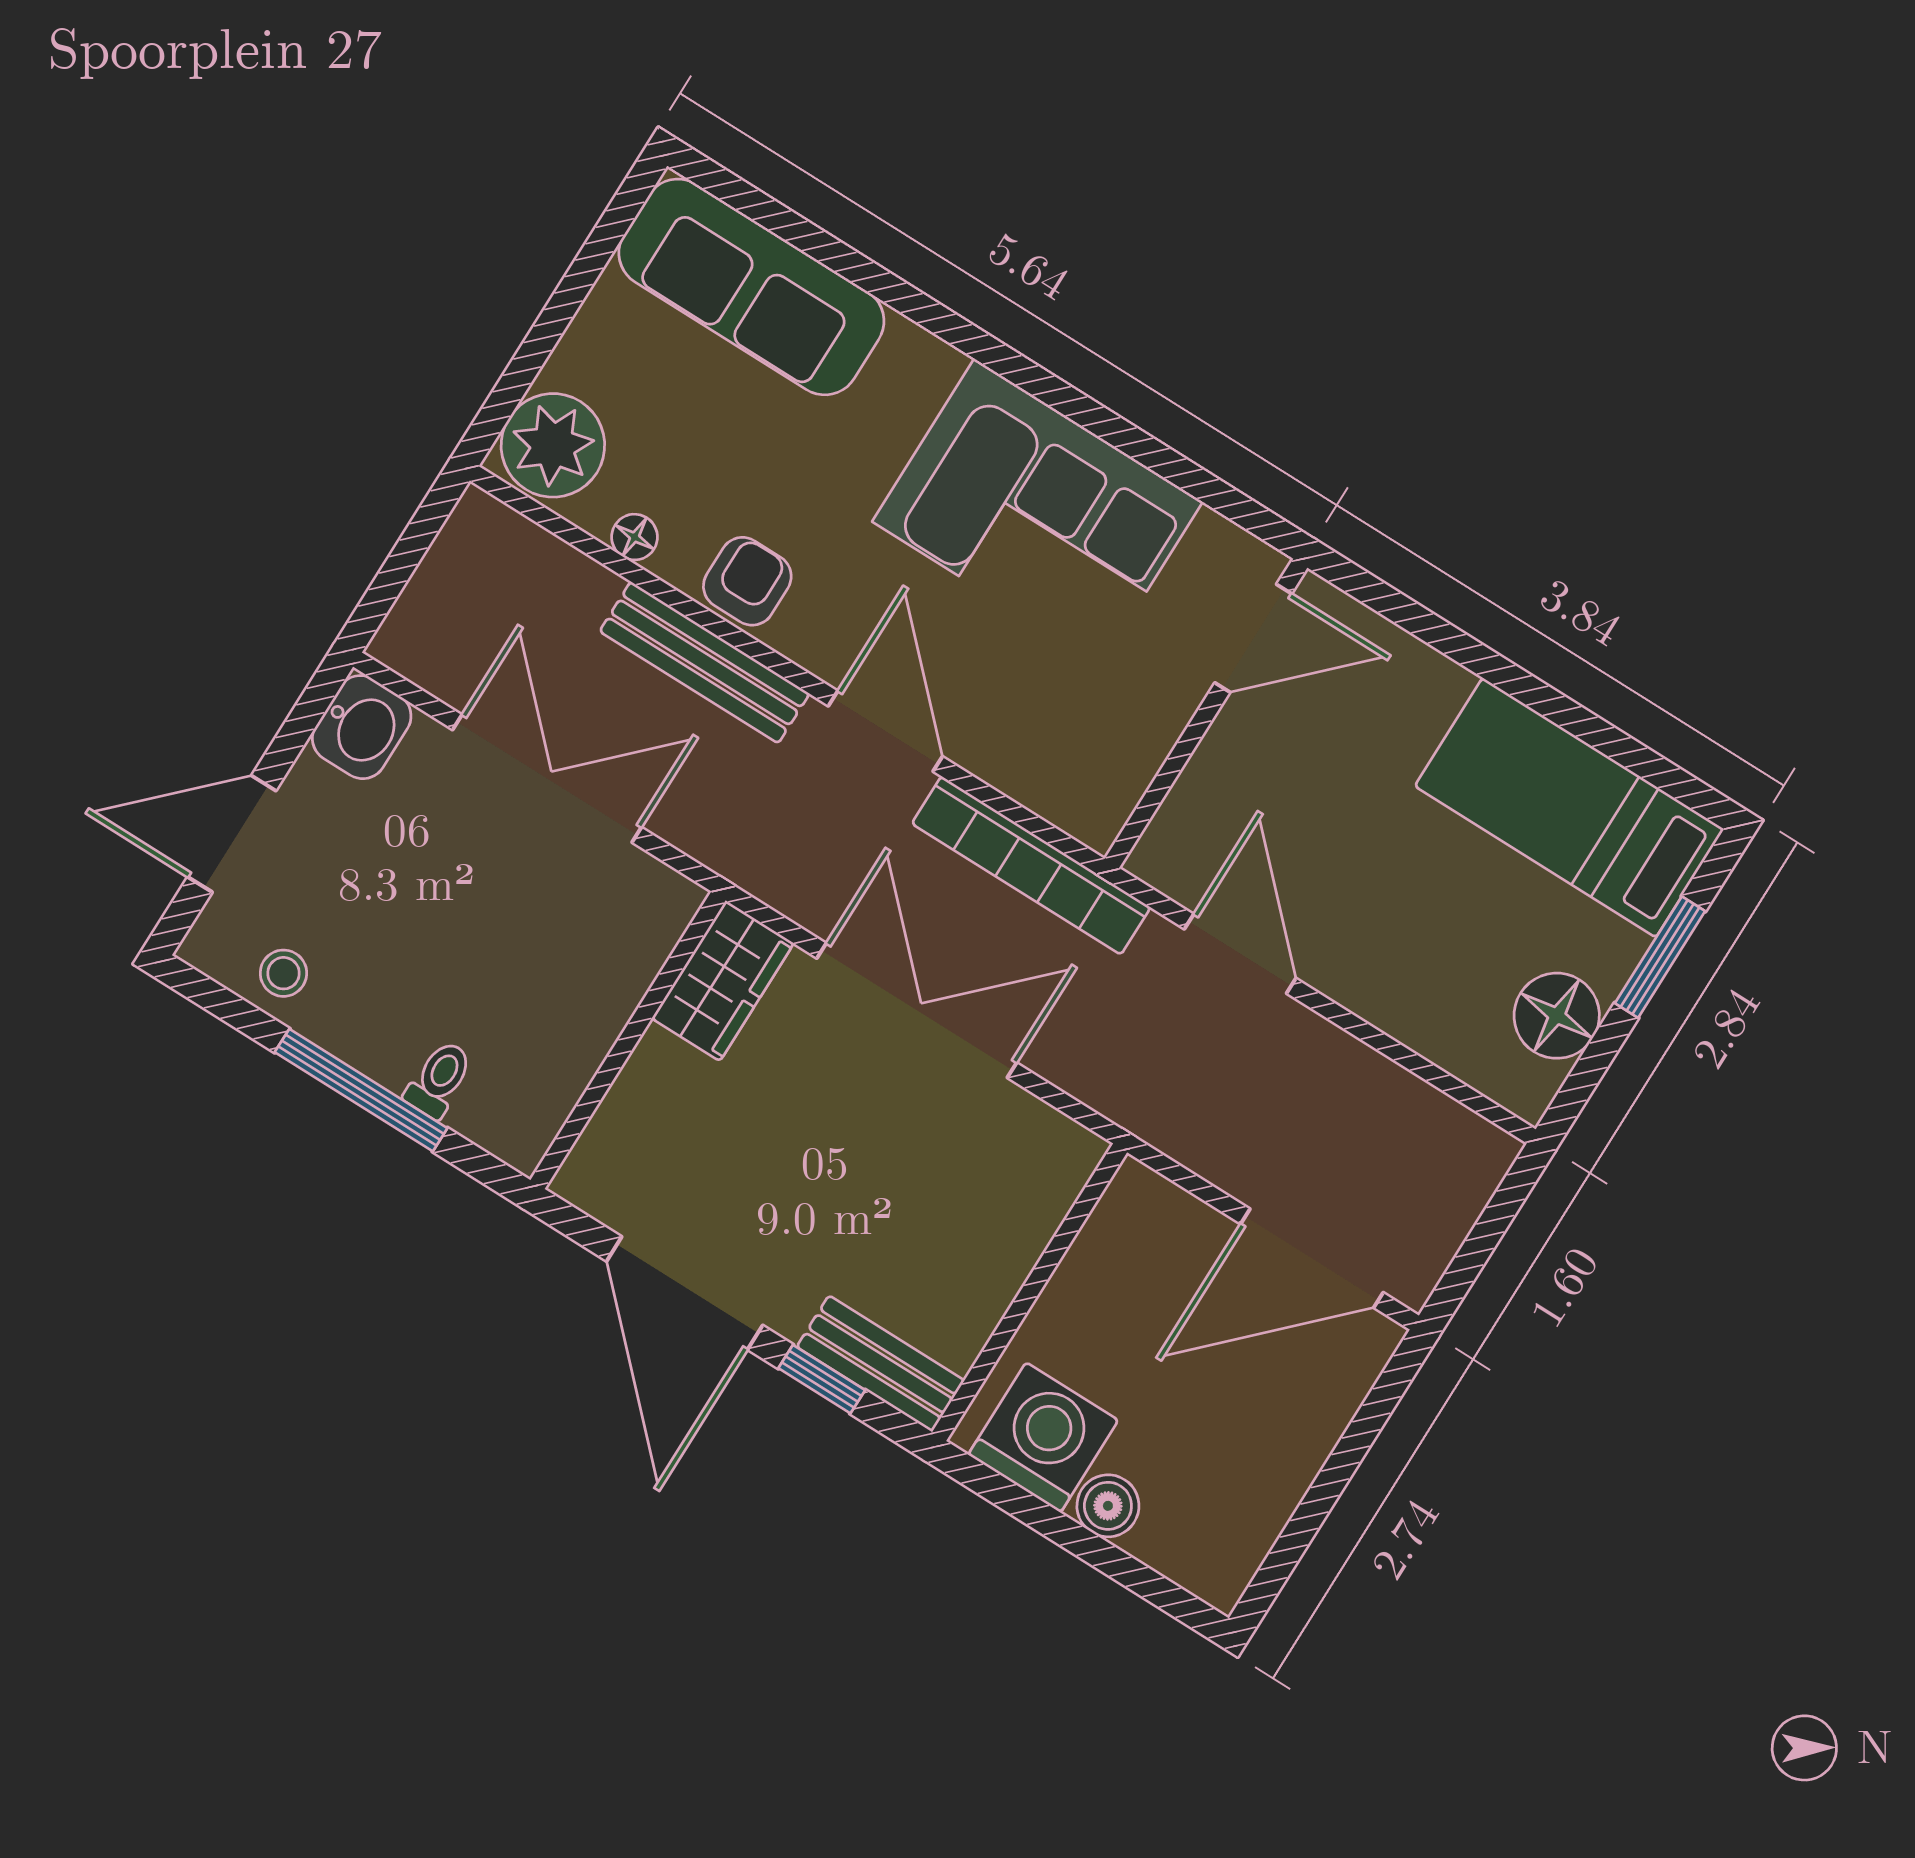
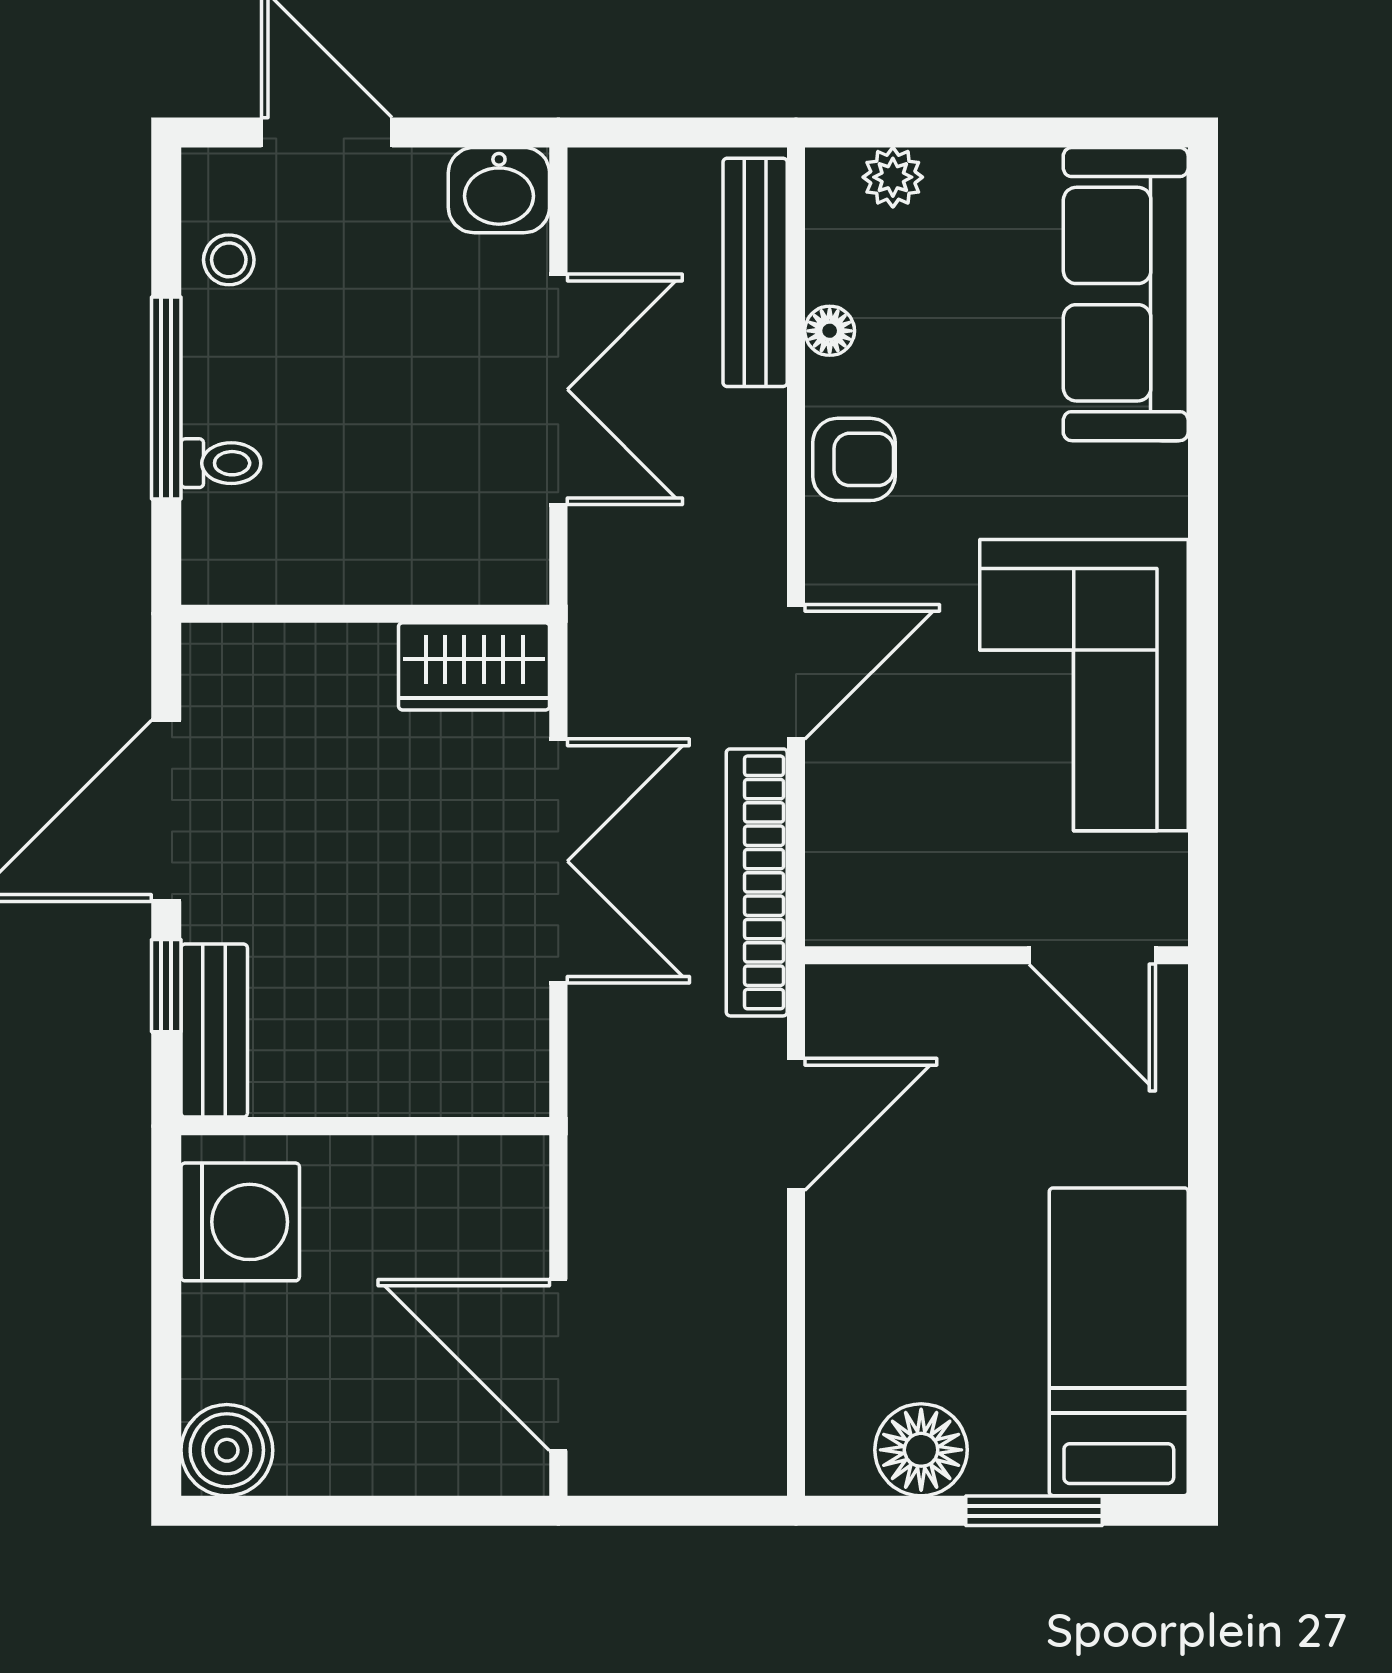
plant: (553, 445) -> (893, 177), width x0.53, depth x0.53
bench: (705, 662) -> (755, 272), moved
boiler: (1108, 1506) -> (227, 1450), moved, width x1.36, depth x1.36

